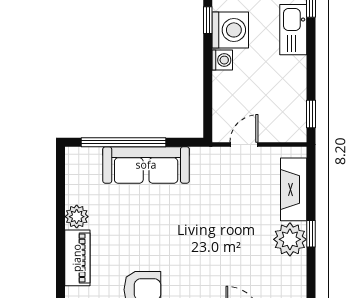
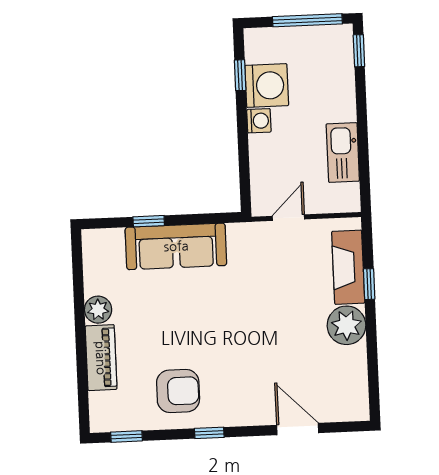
kitchen sink: (293, 30) -> (343, 152), moved
window: (311, 114) -> (365, 179), removed
window: (124, 142) -> (149, 221), width x0.32
window: (311, 234) -> (369, 284), moved

